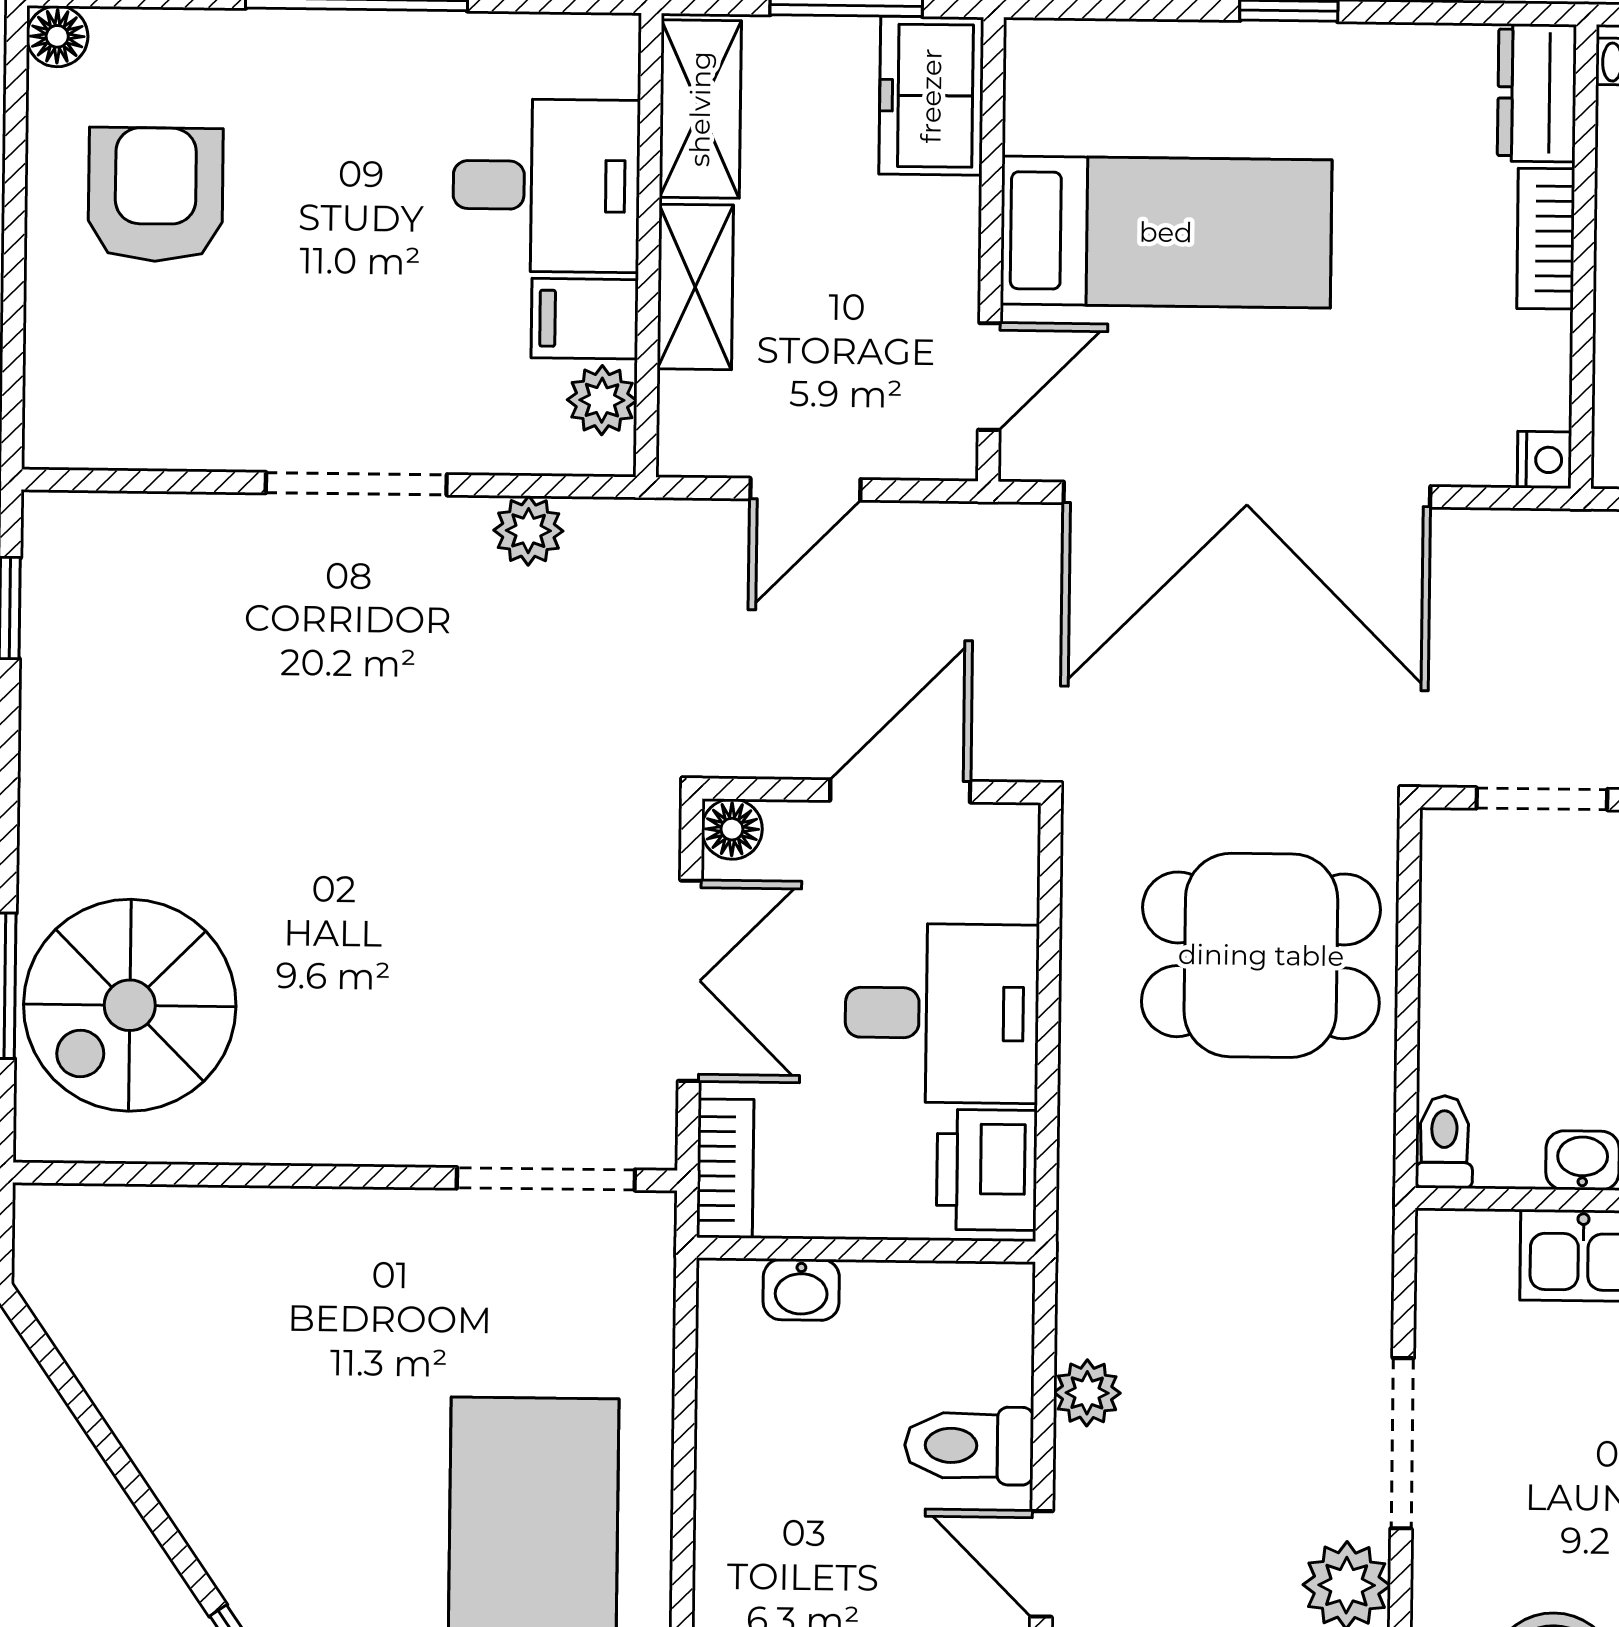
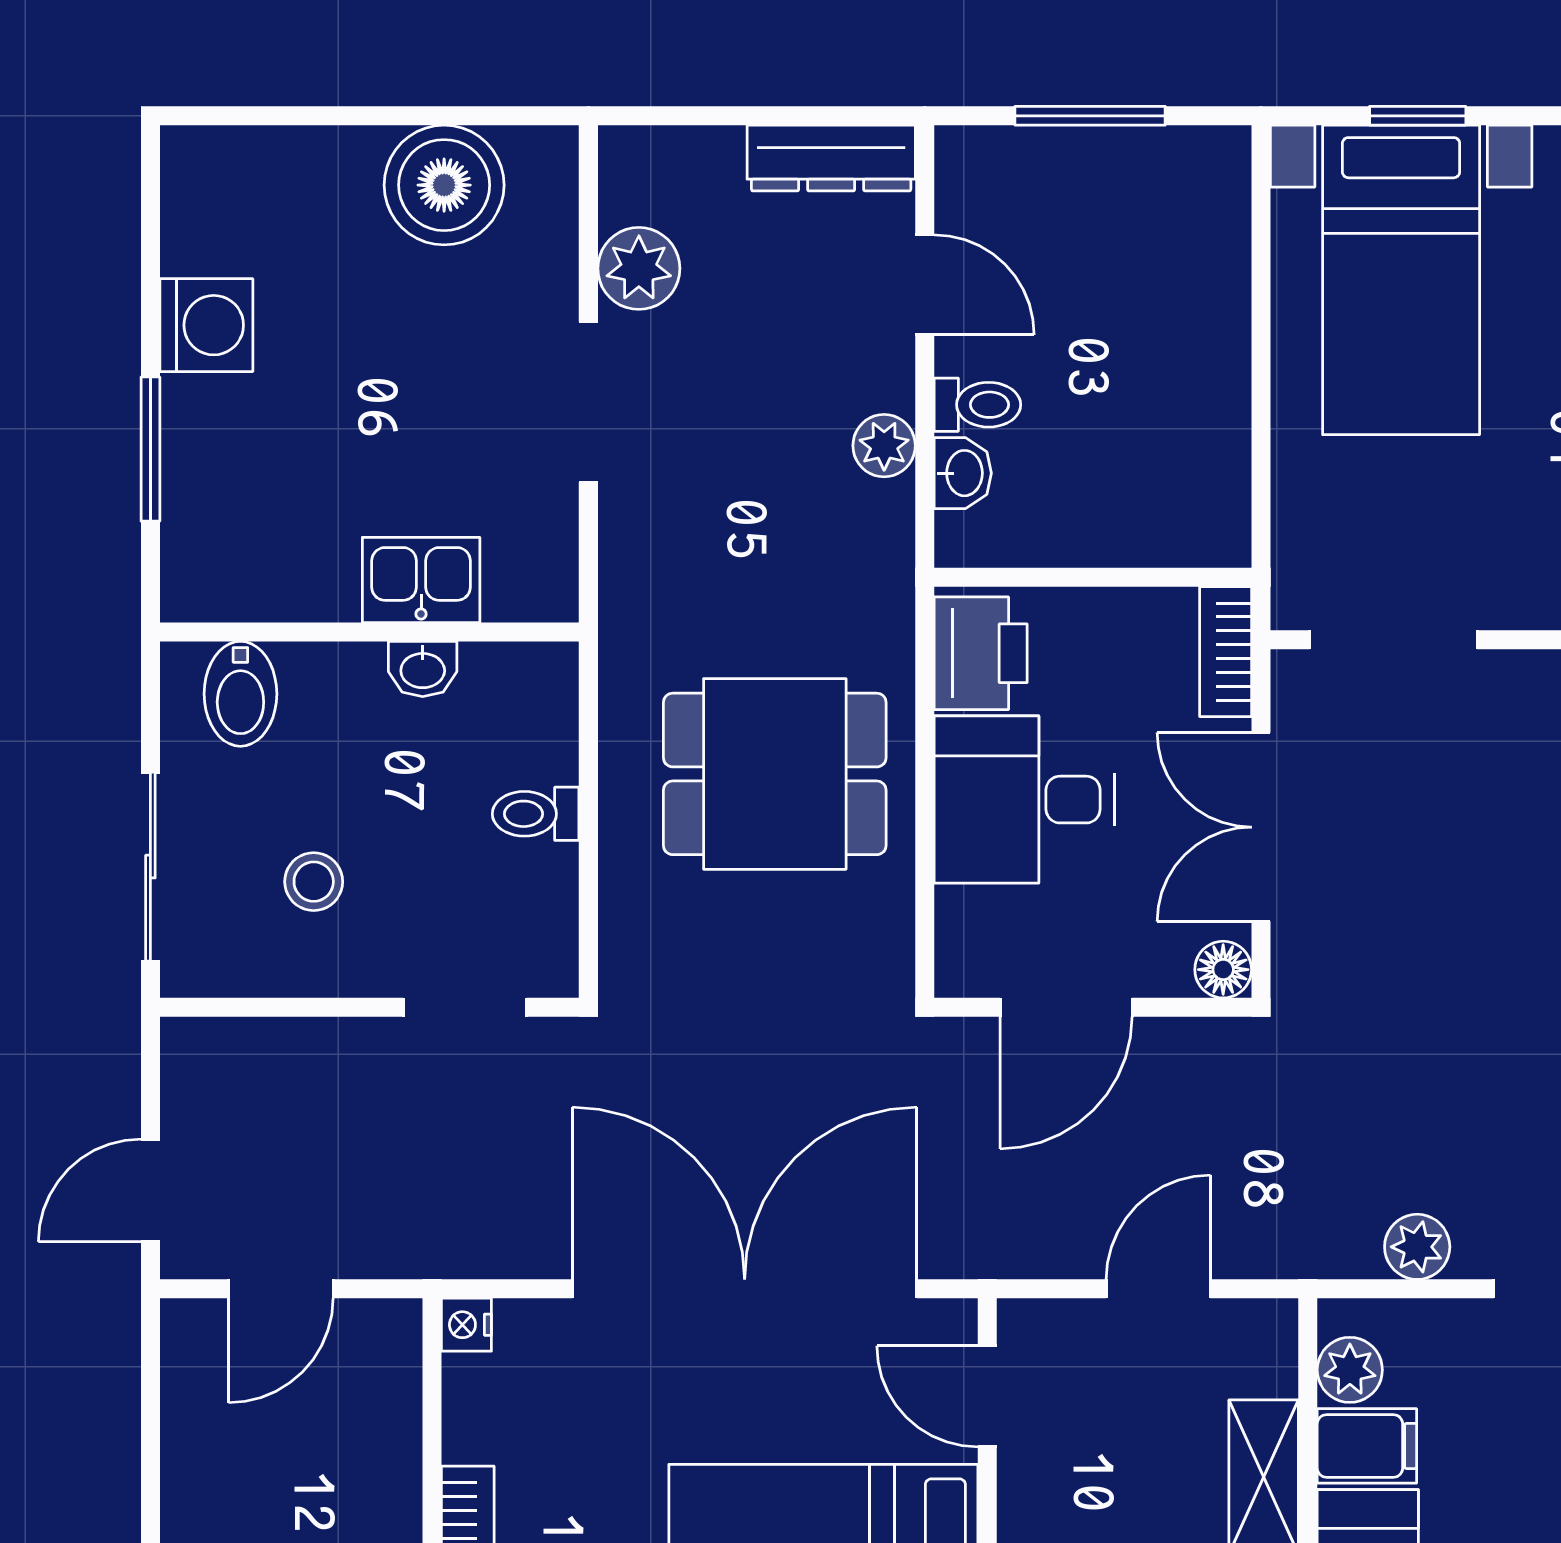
door: (989, 377) -> (987, 1396), hinge flipped
dining table: (1261, 955) -> (775, 774), moved
toilet: (1444, 1142) -> (536, 814), moved, turned 90
washbasin: (801, 1290) -> (963, 473), moved, turned 90
toilet: (969, 1446) -> (977, 405), width x0.73, depth x0.72

